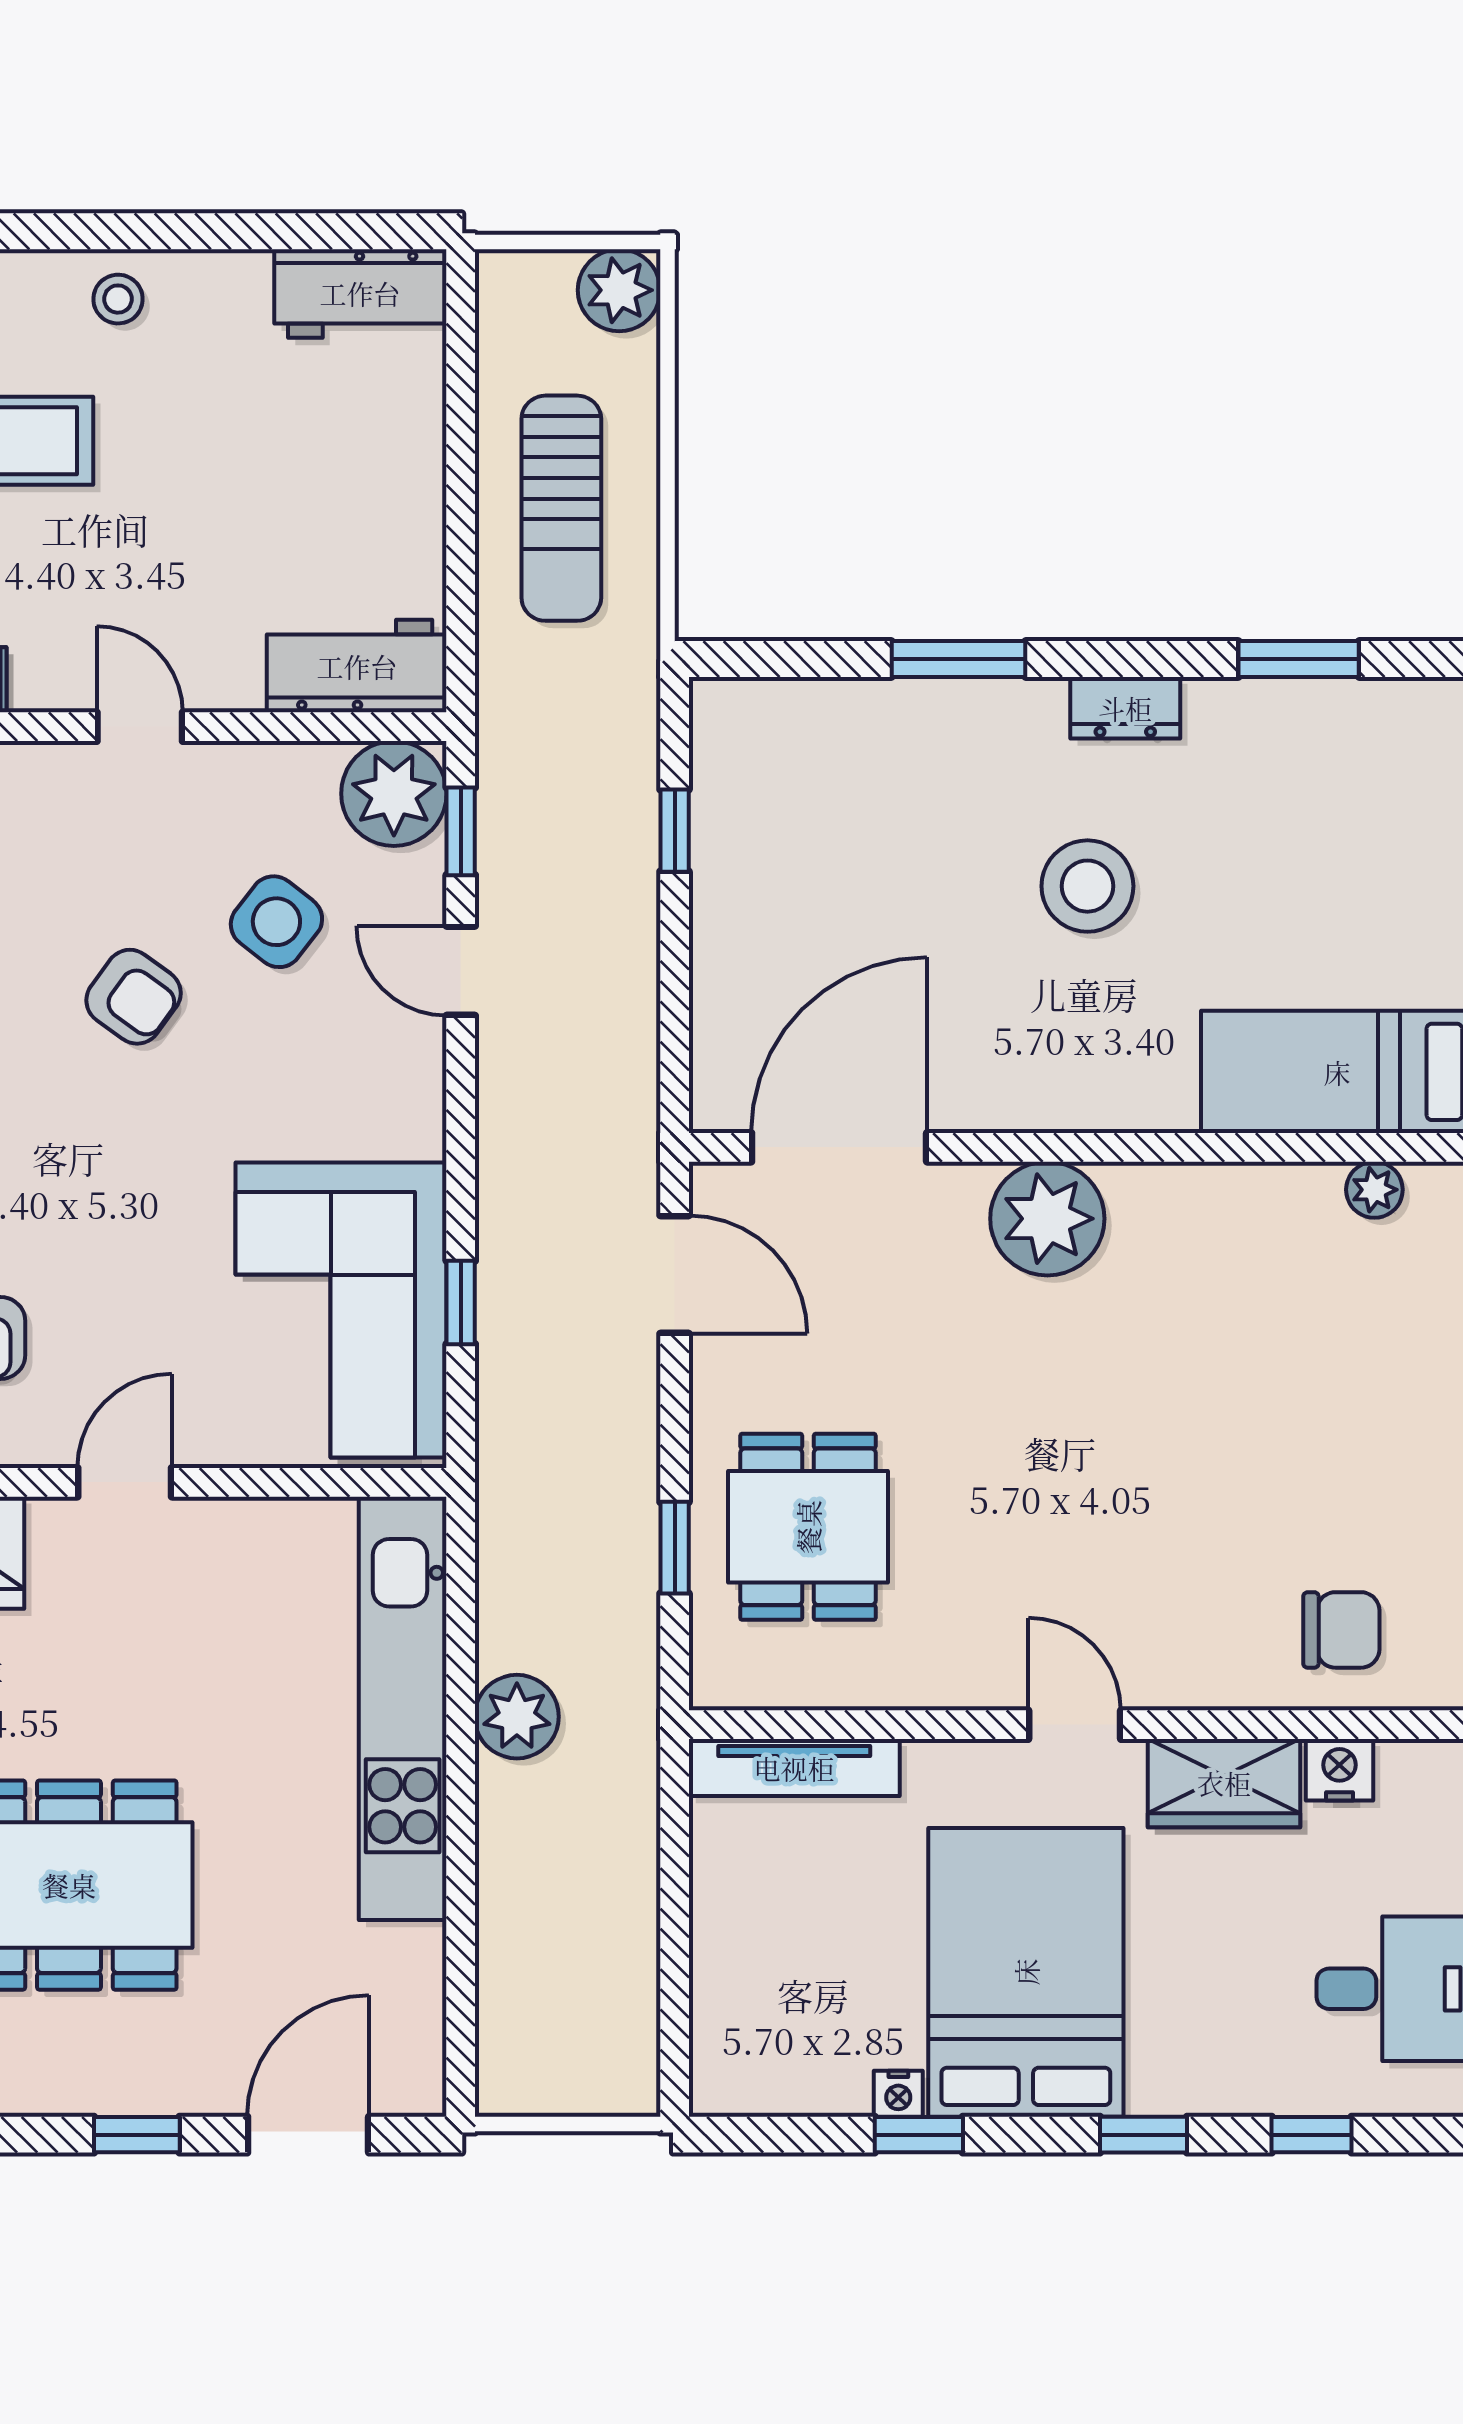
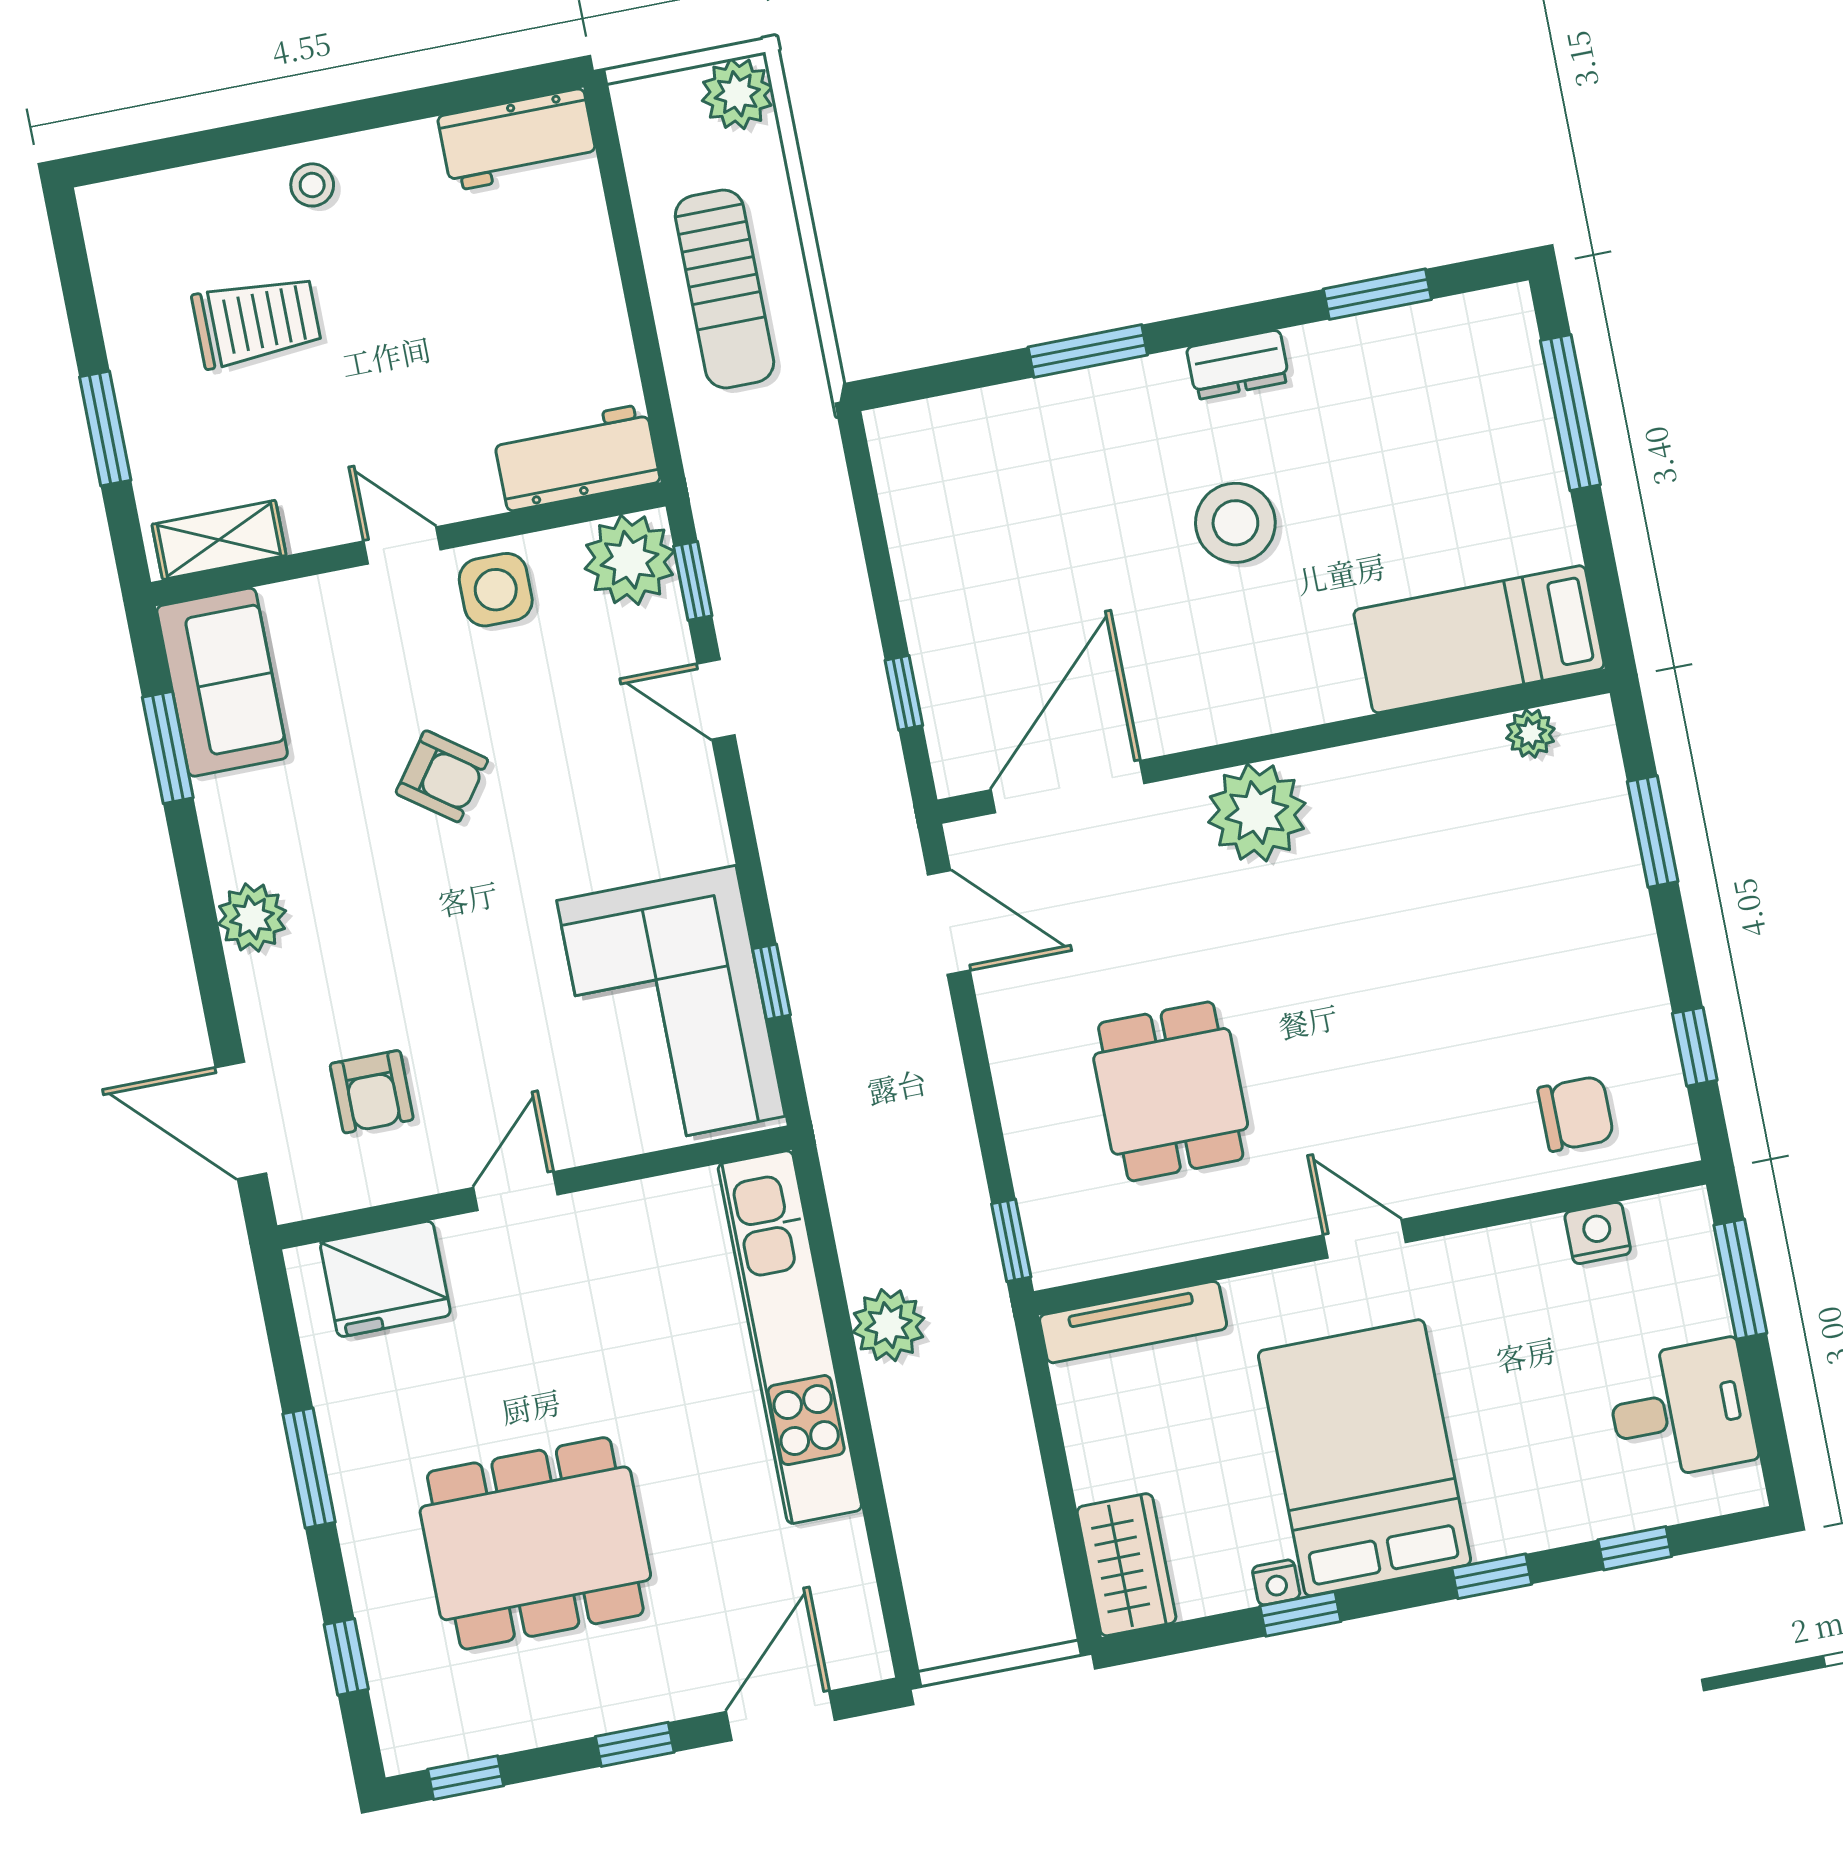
window: (675, 831) -> (904, 693), moved
side table: (276, 922) -> (496, 590), moved, turned -38
dining table: (808, 1527) -> (1171, 1091), moved
window: (675, 1548) -> (1011, 1240), moved
wardrobe: (1224, 1783) -> (1127, 1565), moved, turned -90

